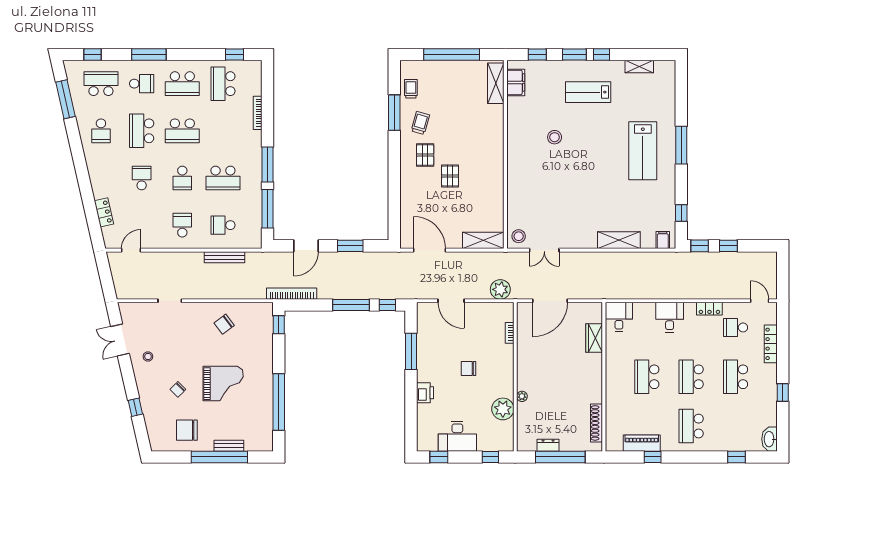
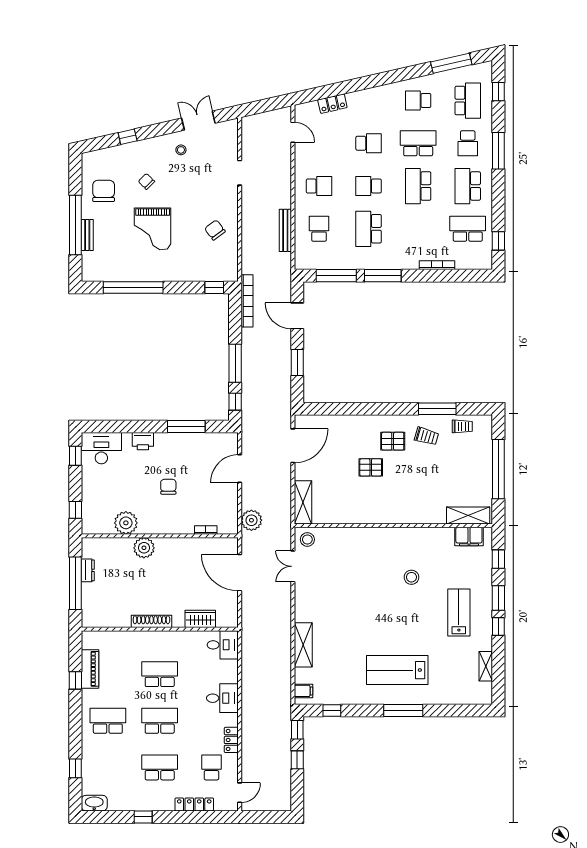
plant: (522, 396) -> (144, 548), width x1.87, depth x1.87
shoe rack: (597, 423) -> (151, 621), moved
desk: (457, 436) -> (101, 448), moved, turned 90

